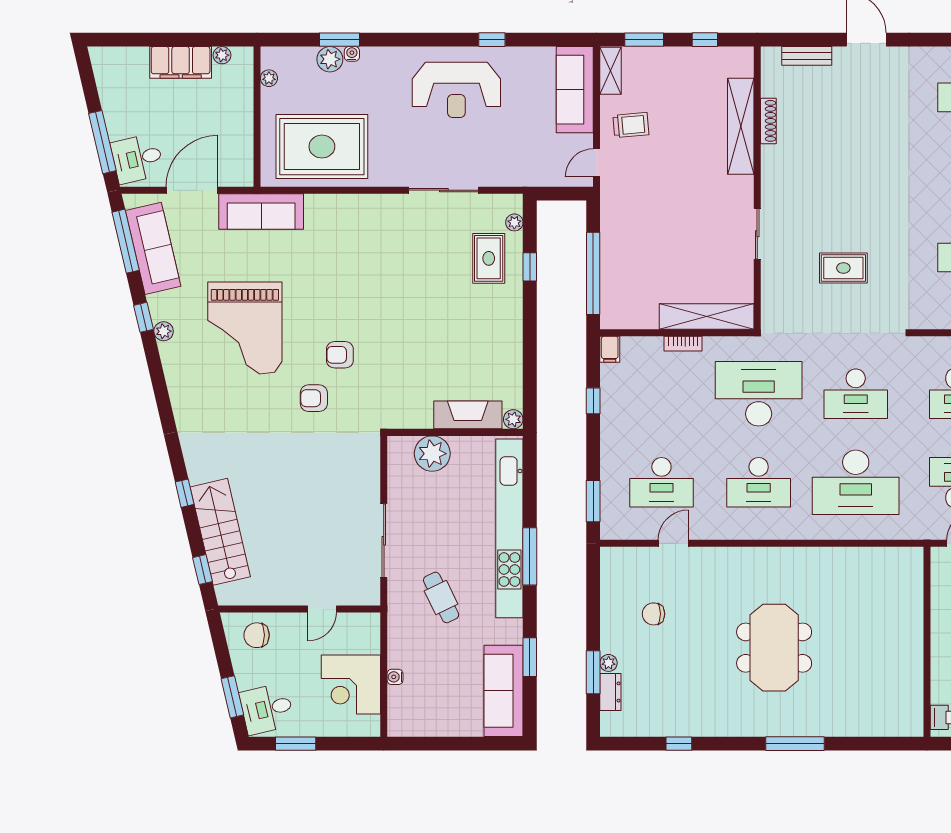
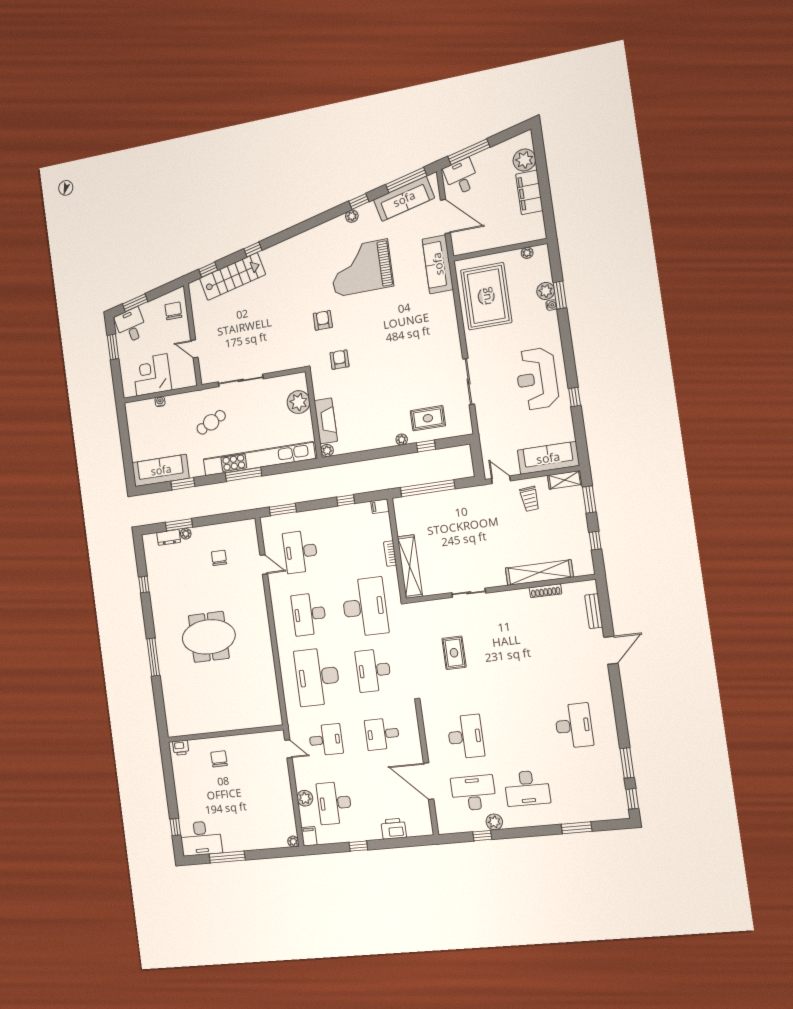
plant: (222, 55) -> (524, 160), moved, width x1.88, depth x1.88
plant: (514, 222) -> (402, 440), moved
armchair: (340, 355) -> (339, 360), moved

